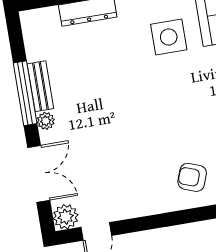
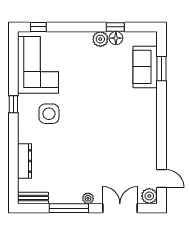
bench: (40, 86) -> (33, 198), moved
armchair: (192, 177) -> (138, 114), removed

